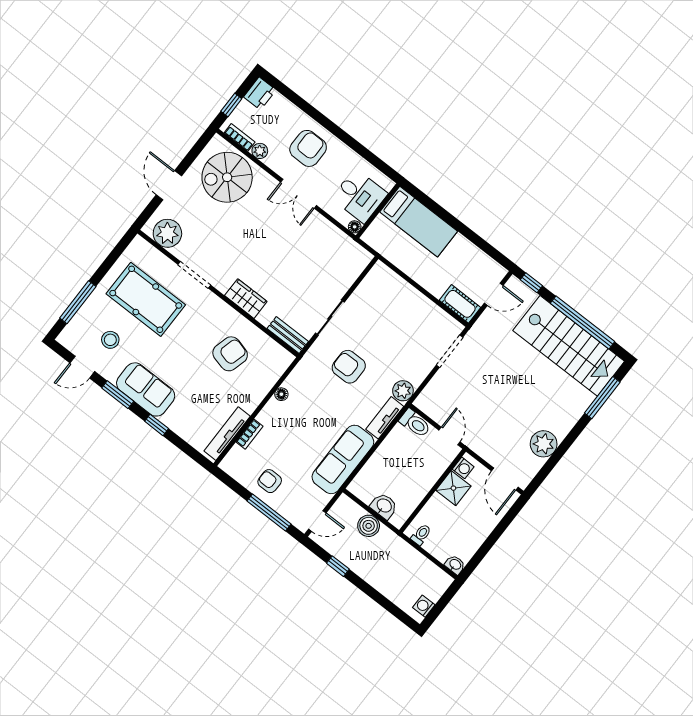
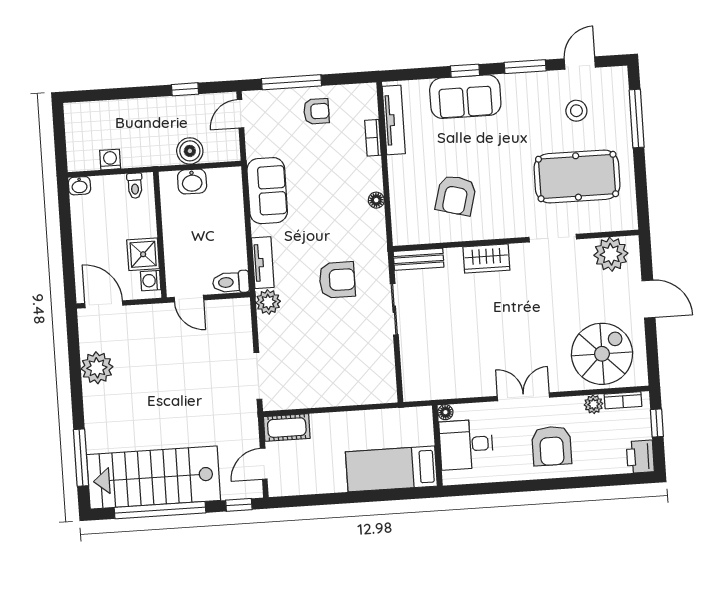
sofa: (146, 389) -> (465, 97), moved
sofa: (343, 459) -> (267, 191), width x0.73
washing machine: (424, 606) -> (110, 160), moved, turned -90

